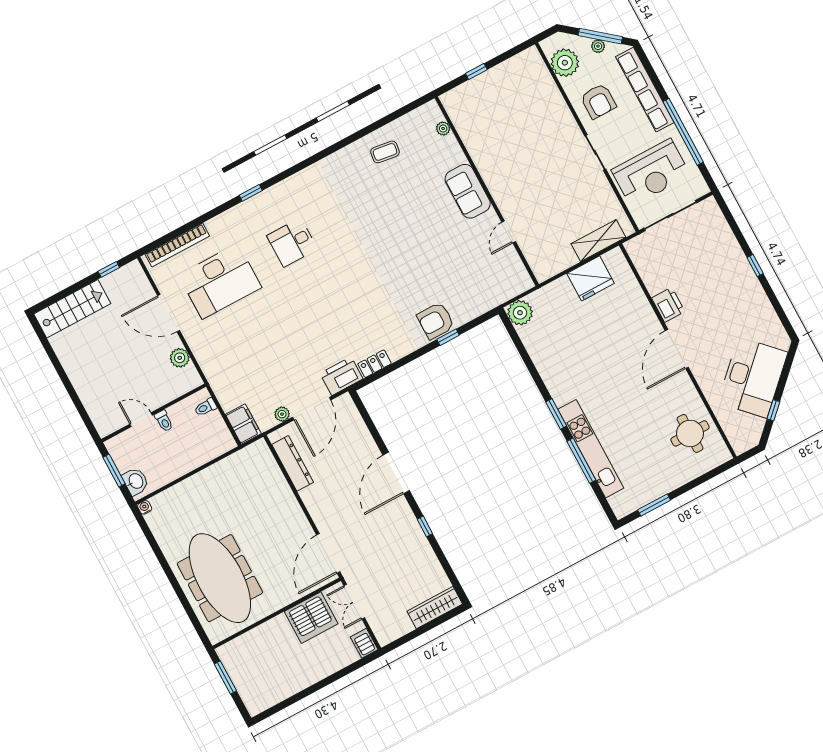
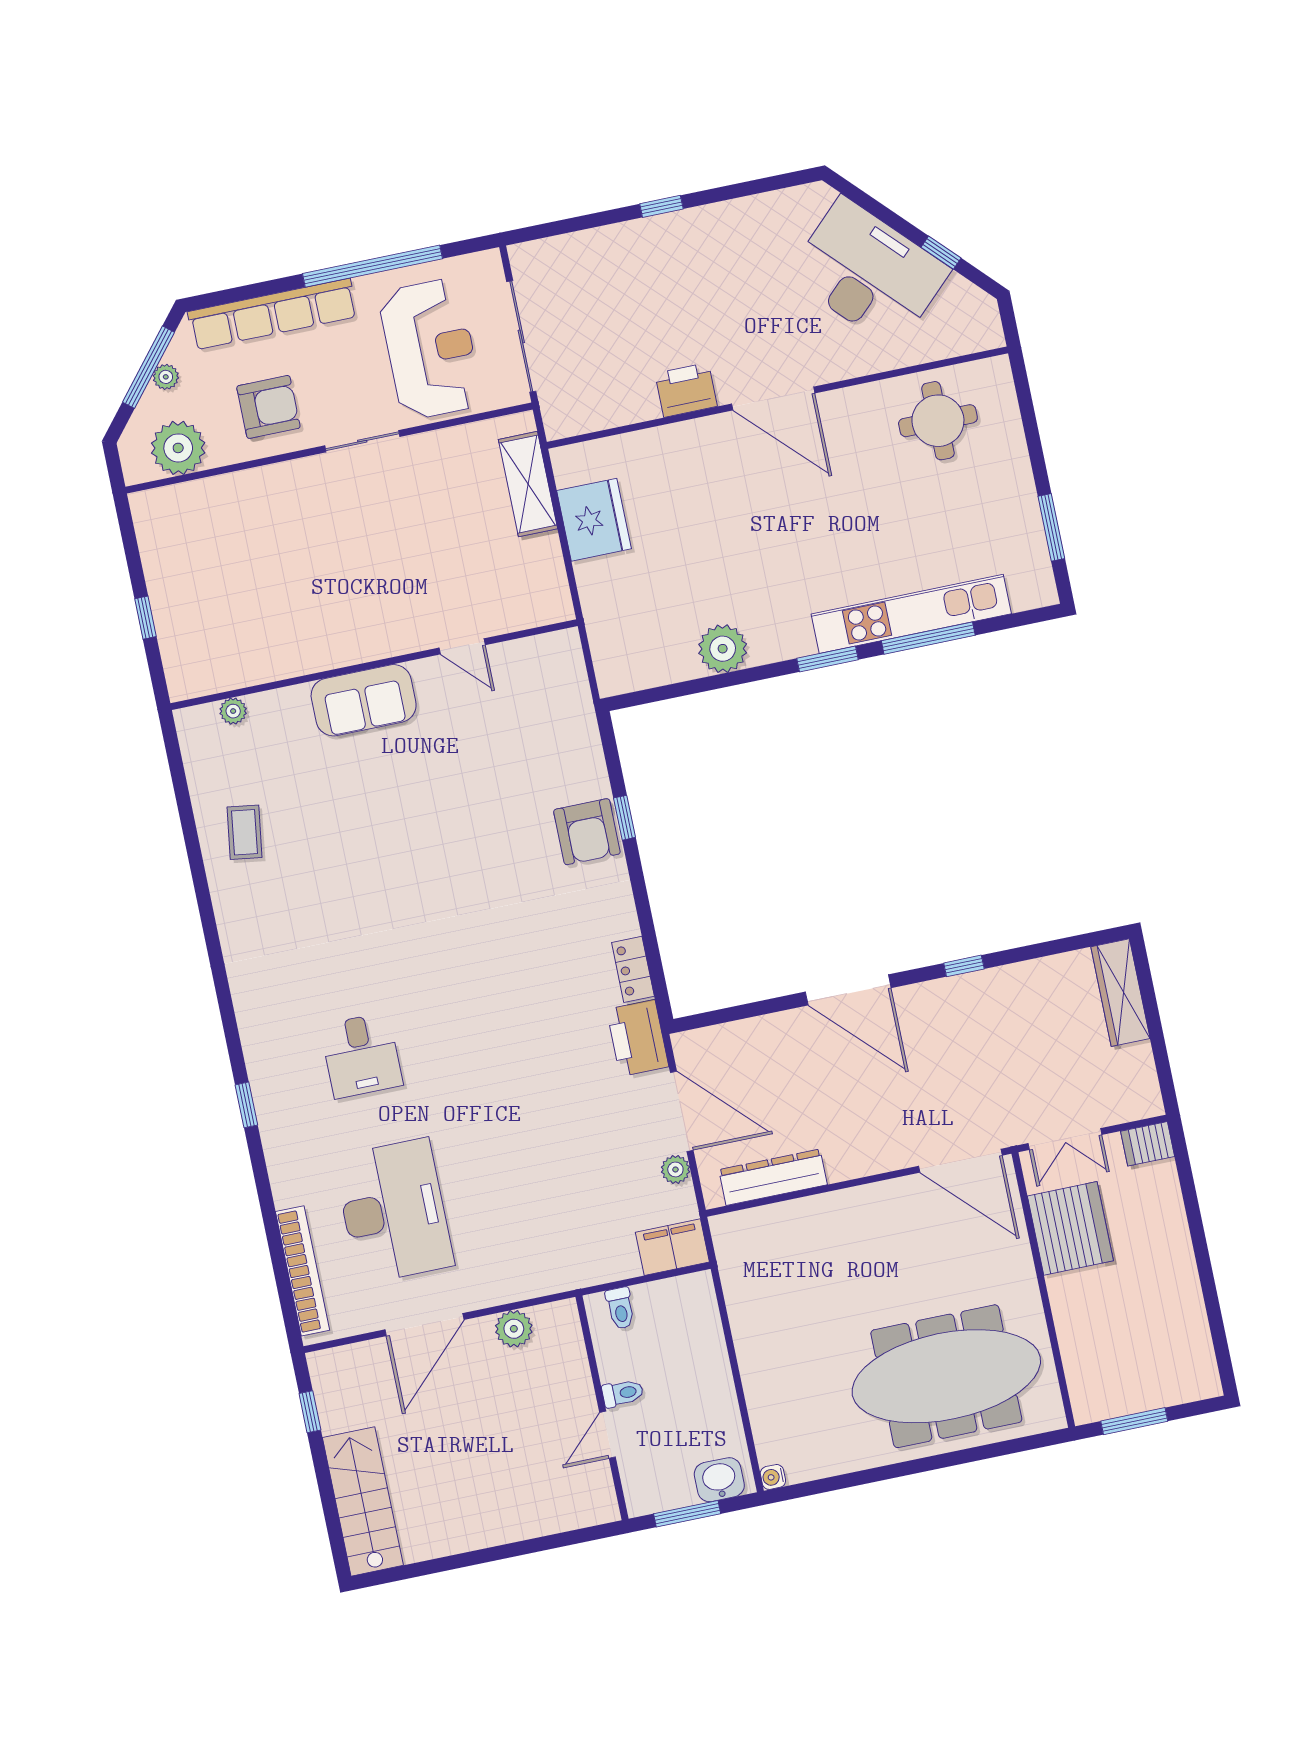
plant: (520, 313) -> (723, 649), moved

